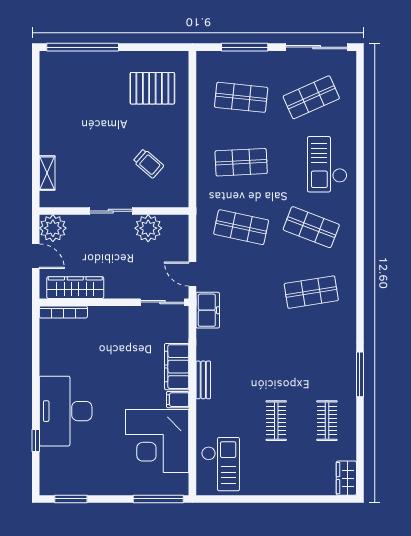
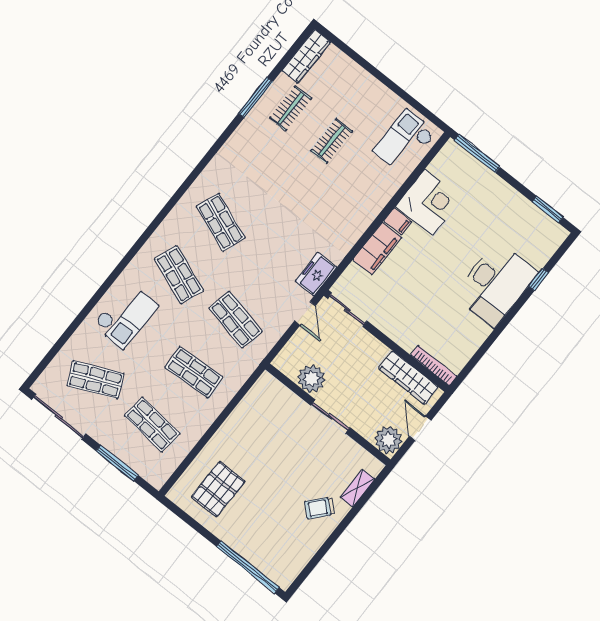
pallet: (152, 88) -> (218, 489), turned 90
trolley: (148, 163) -> (319, 508), moved, turned -89
shop shelf: (311, 292) -> (221, 222), turned 30
window: (360, 374) -> (256, 97), moved
bench: (203, 380) -> (364, 221), removed
corner desk: (157, 441) -> (429, 202), width x0.74, depth x0.74
wardrobe: (346, 478) -> (306, 56), width x1.50

